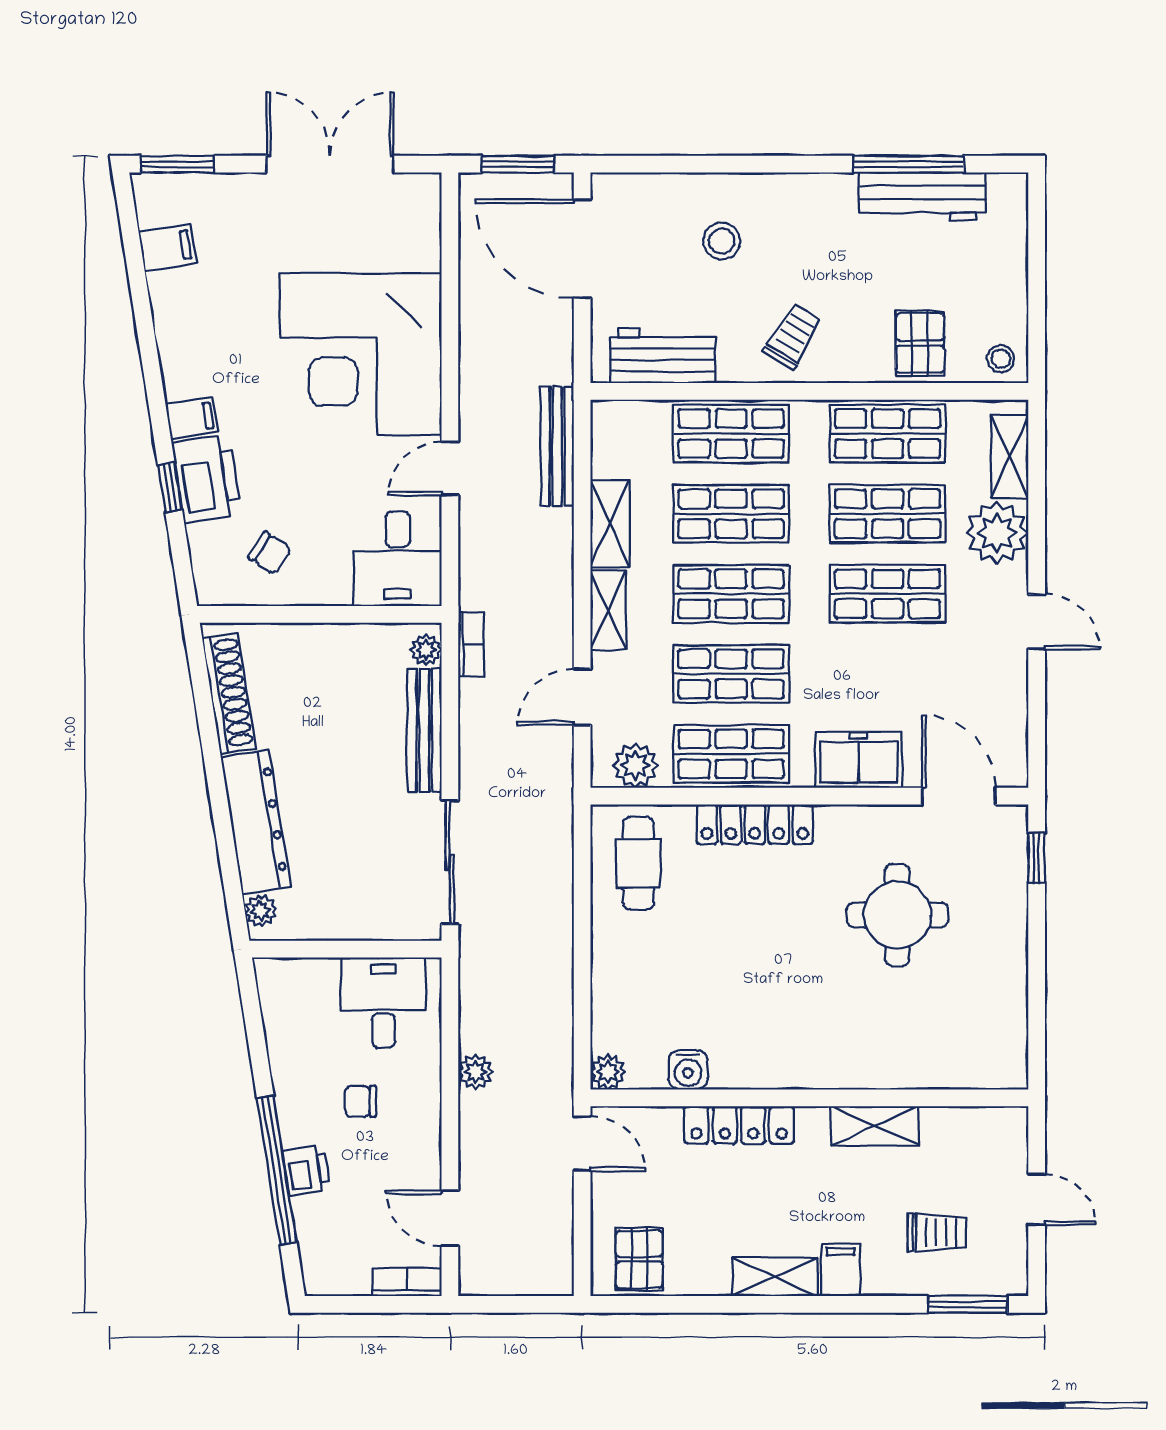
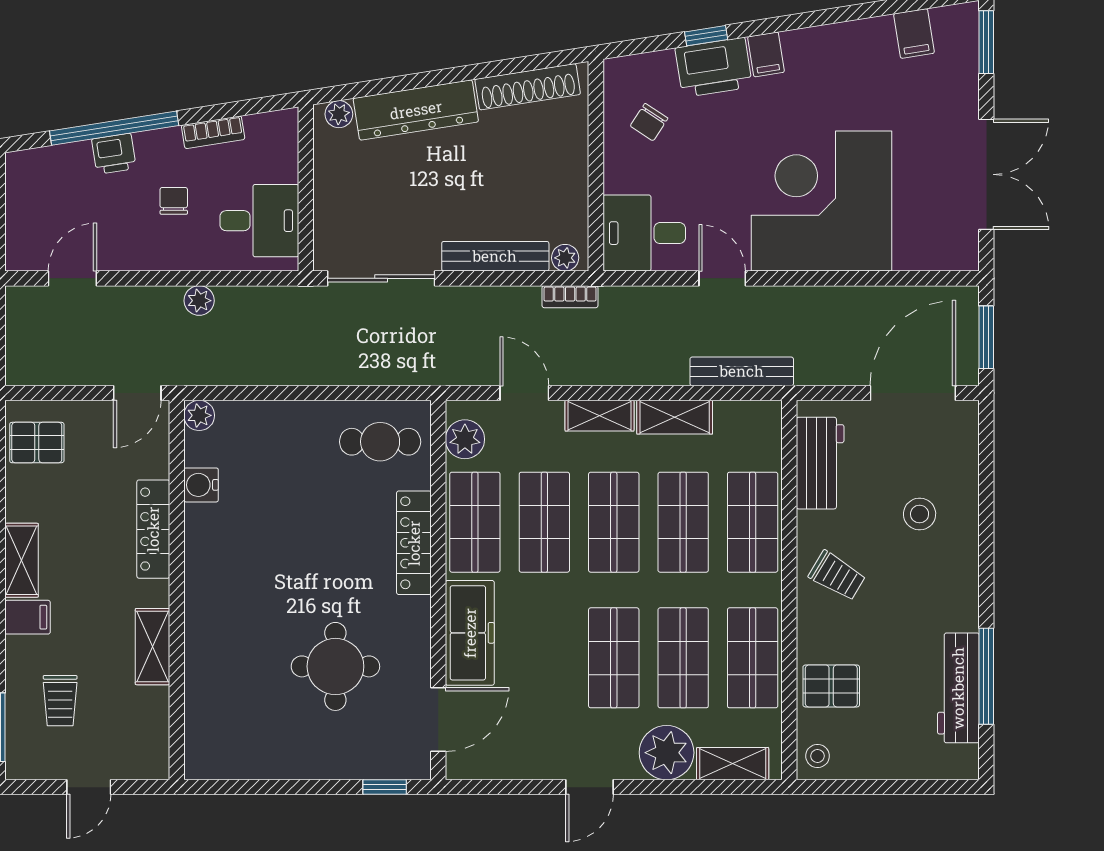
freezer: (859, 760) -> (470, 633), width x1.40
bookcase: (407, 1282) -> (213, 132), moved, turned 81

